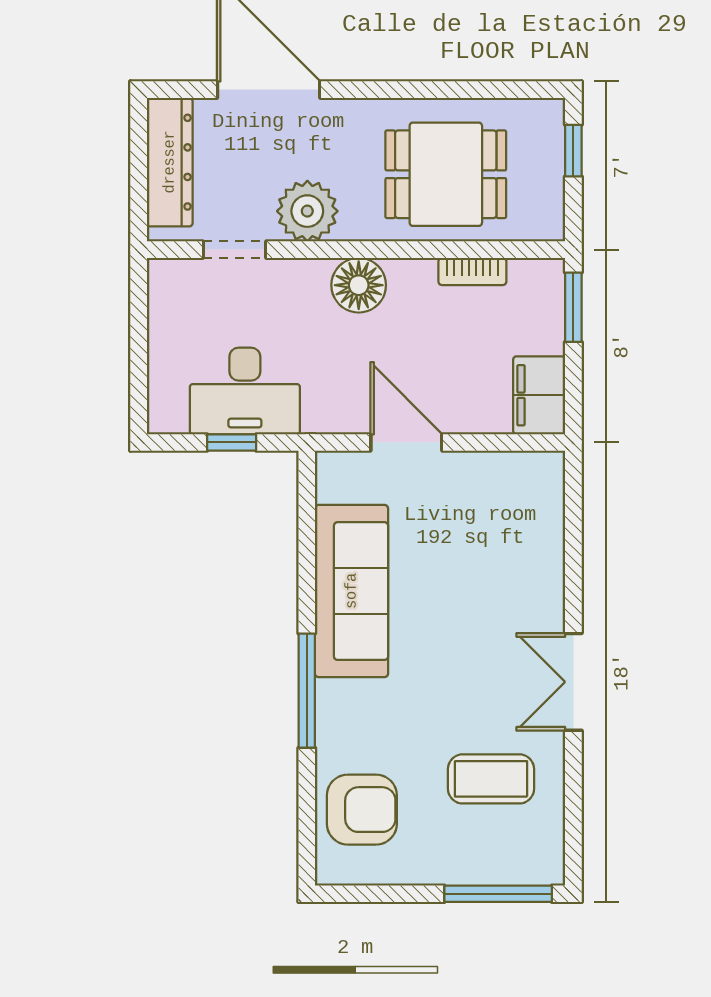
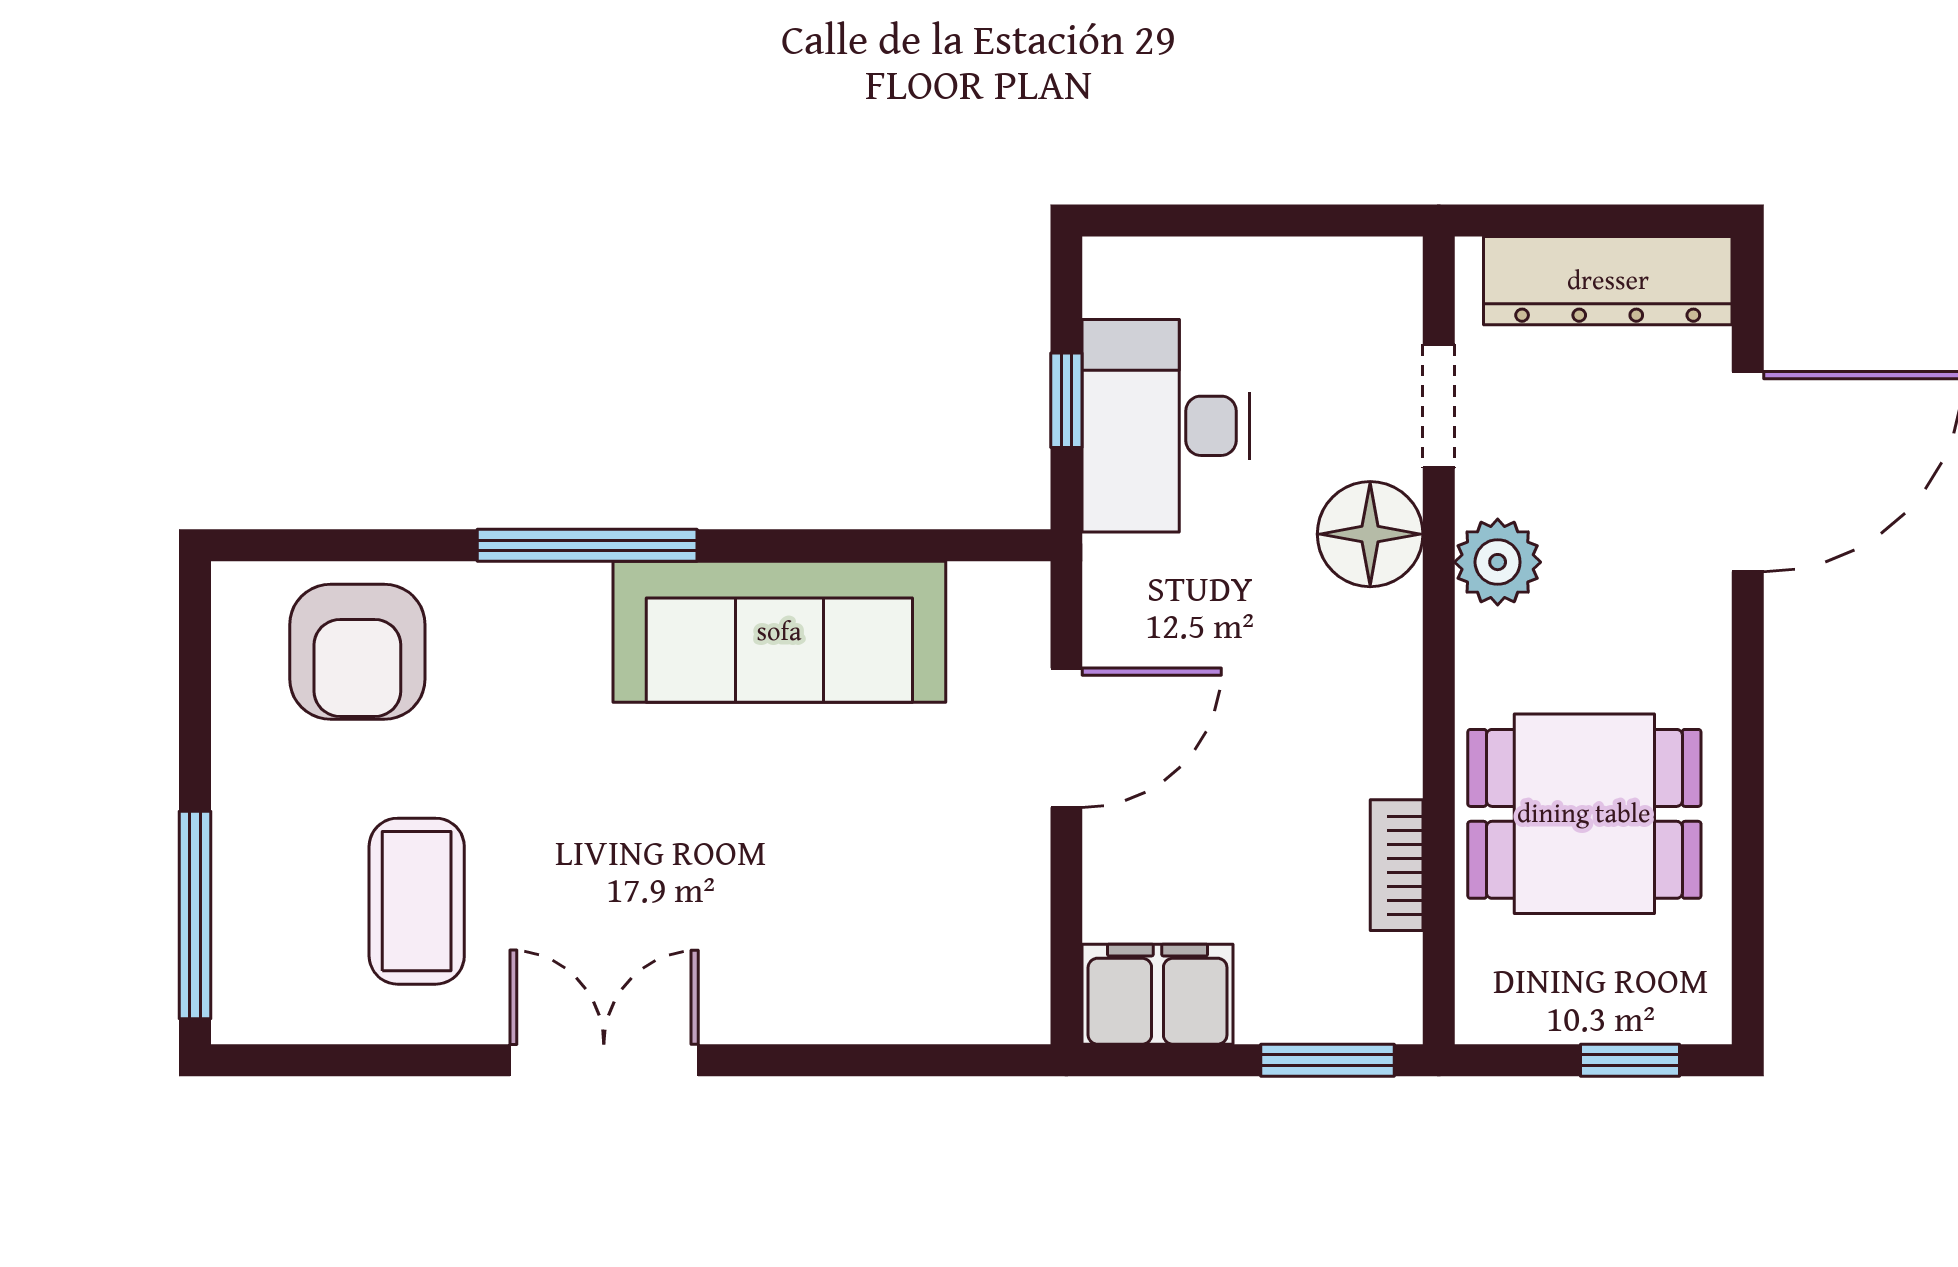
dining table: (446, 174) -> (1584, 814), turned 90
plant: (307, 211) -> (1498, 562), width x0.73, depth x0.73
floor lamp: (359, 285) -> (1370, 534), moved

